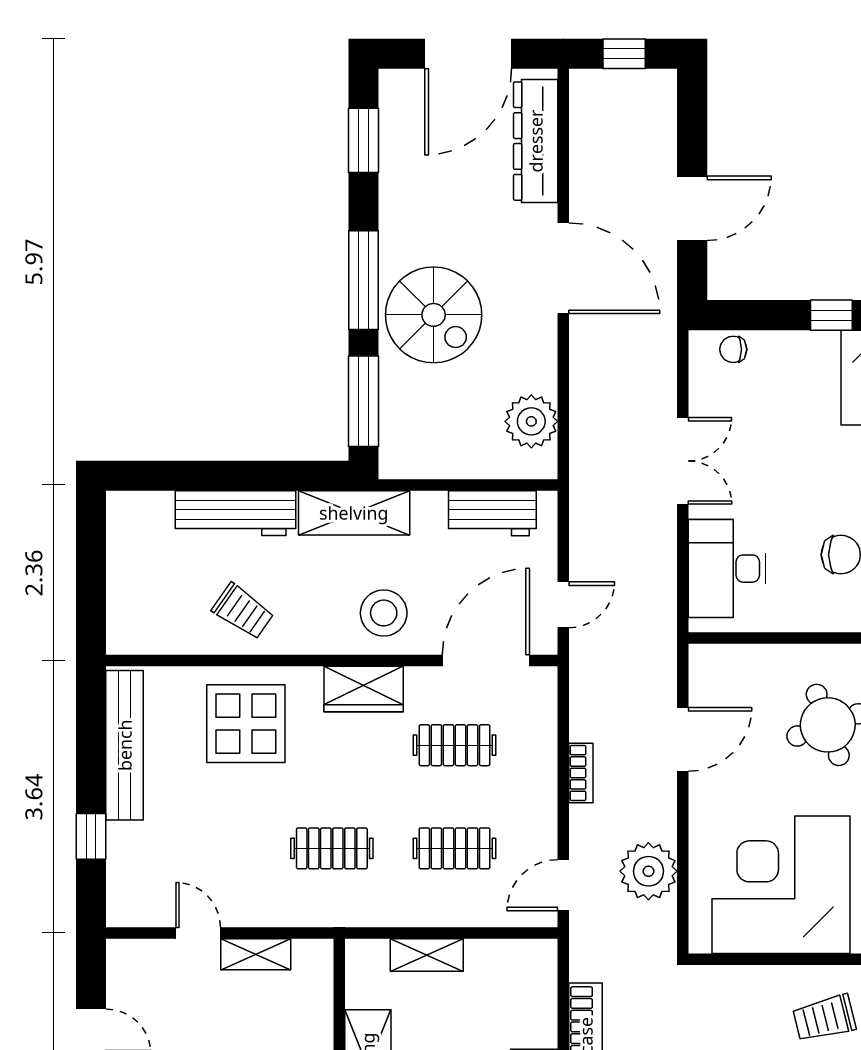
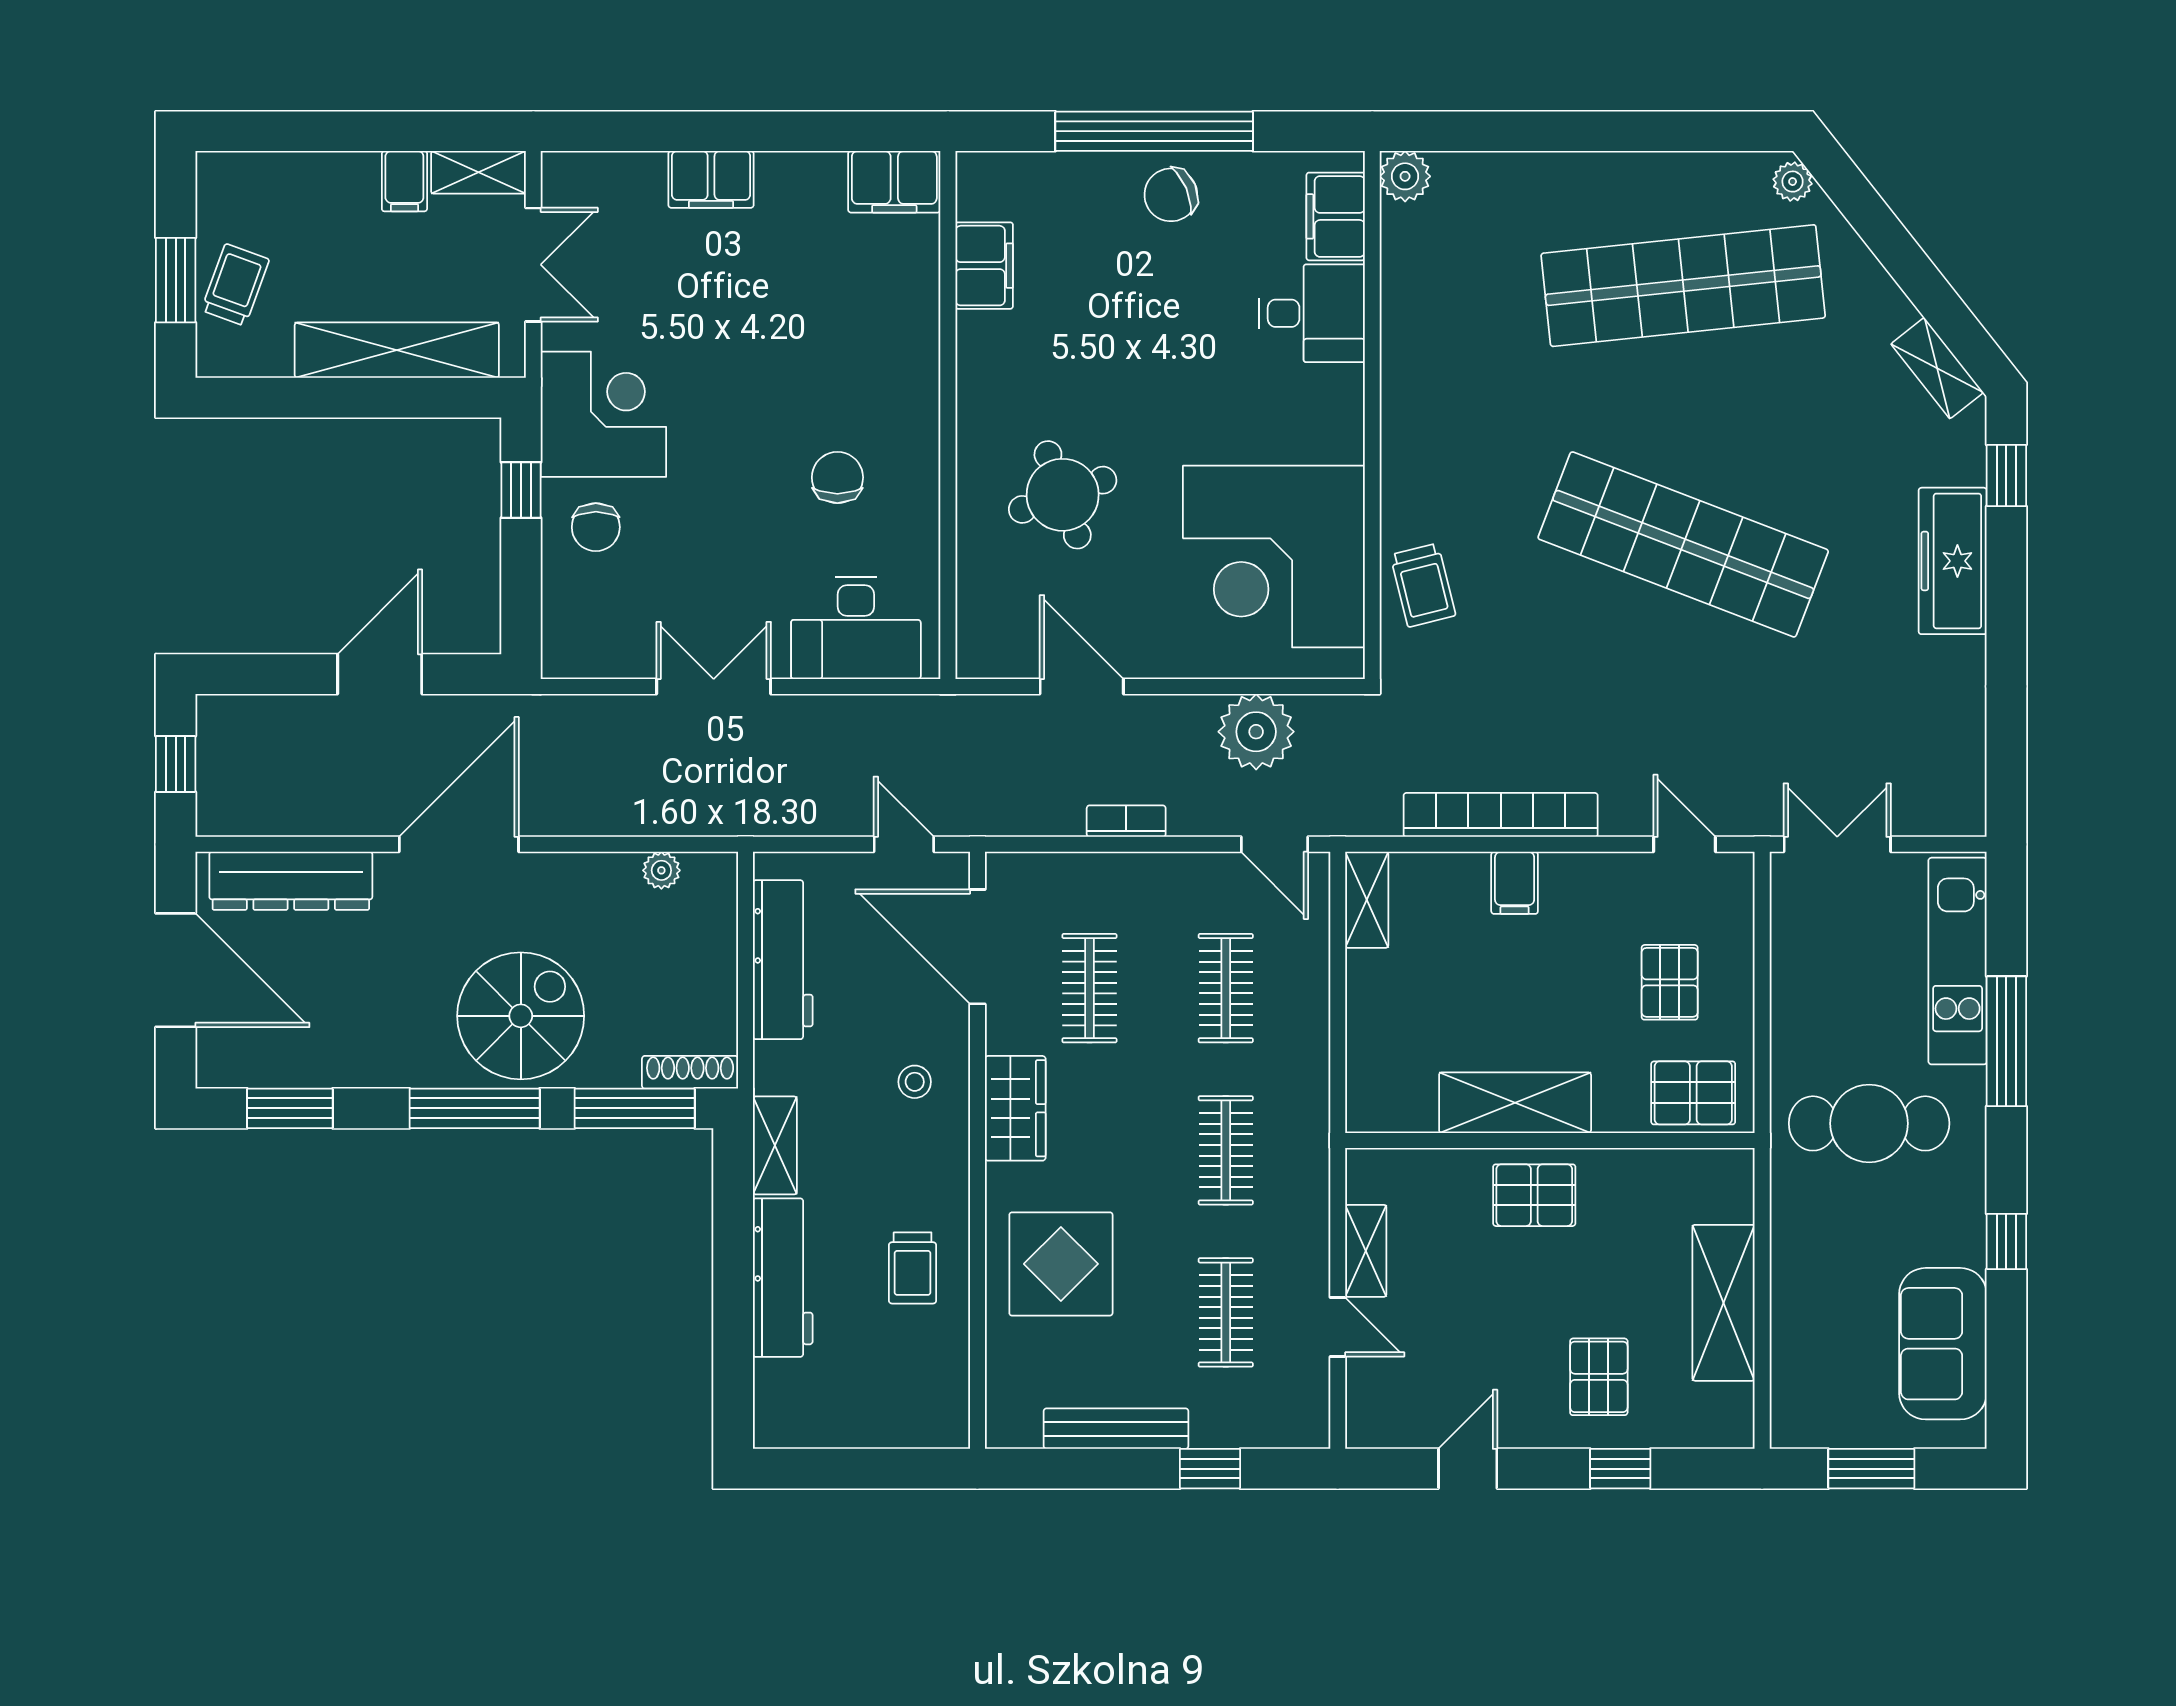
door: (692, 208) -> (380, 674), hinge flipped
chair: (733, 349) -> (596, 527), moved, width x1.37, depth x1.37
plant: (531, 421) -> (661, 870), width x0.53, depth x0.53
shoe rack: (391, 443) -> (690, 1072), added
shelving: (354, 513) -> (775, 1145), width x0.67, depth x0.75
workbench: (492, 513) -> (783, 960), width x1.37
trolley: (243, 611) -> (913, 1268), turned 145
stool: (384, 613) -> (915, 1082), width x0.53, depth x0.53
bench: (125, 745) -> (1116, 1429), width x0.73, depth x0.82
clothes rail: (209, 848) -> (1226, 1312), added
door: (198, 933) -> (1338, 1327), swing flipped
shelving: (427, 955) -> (1367, 900), moved
trolley: (824, 1018) -> (1423, 585), moved

